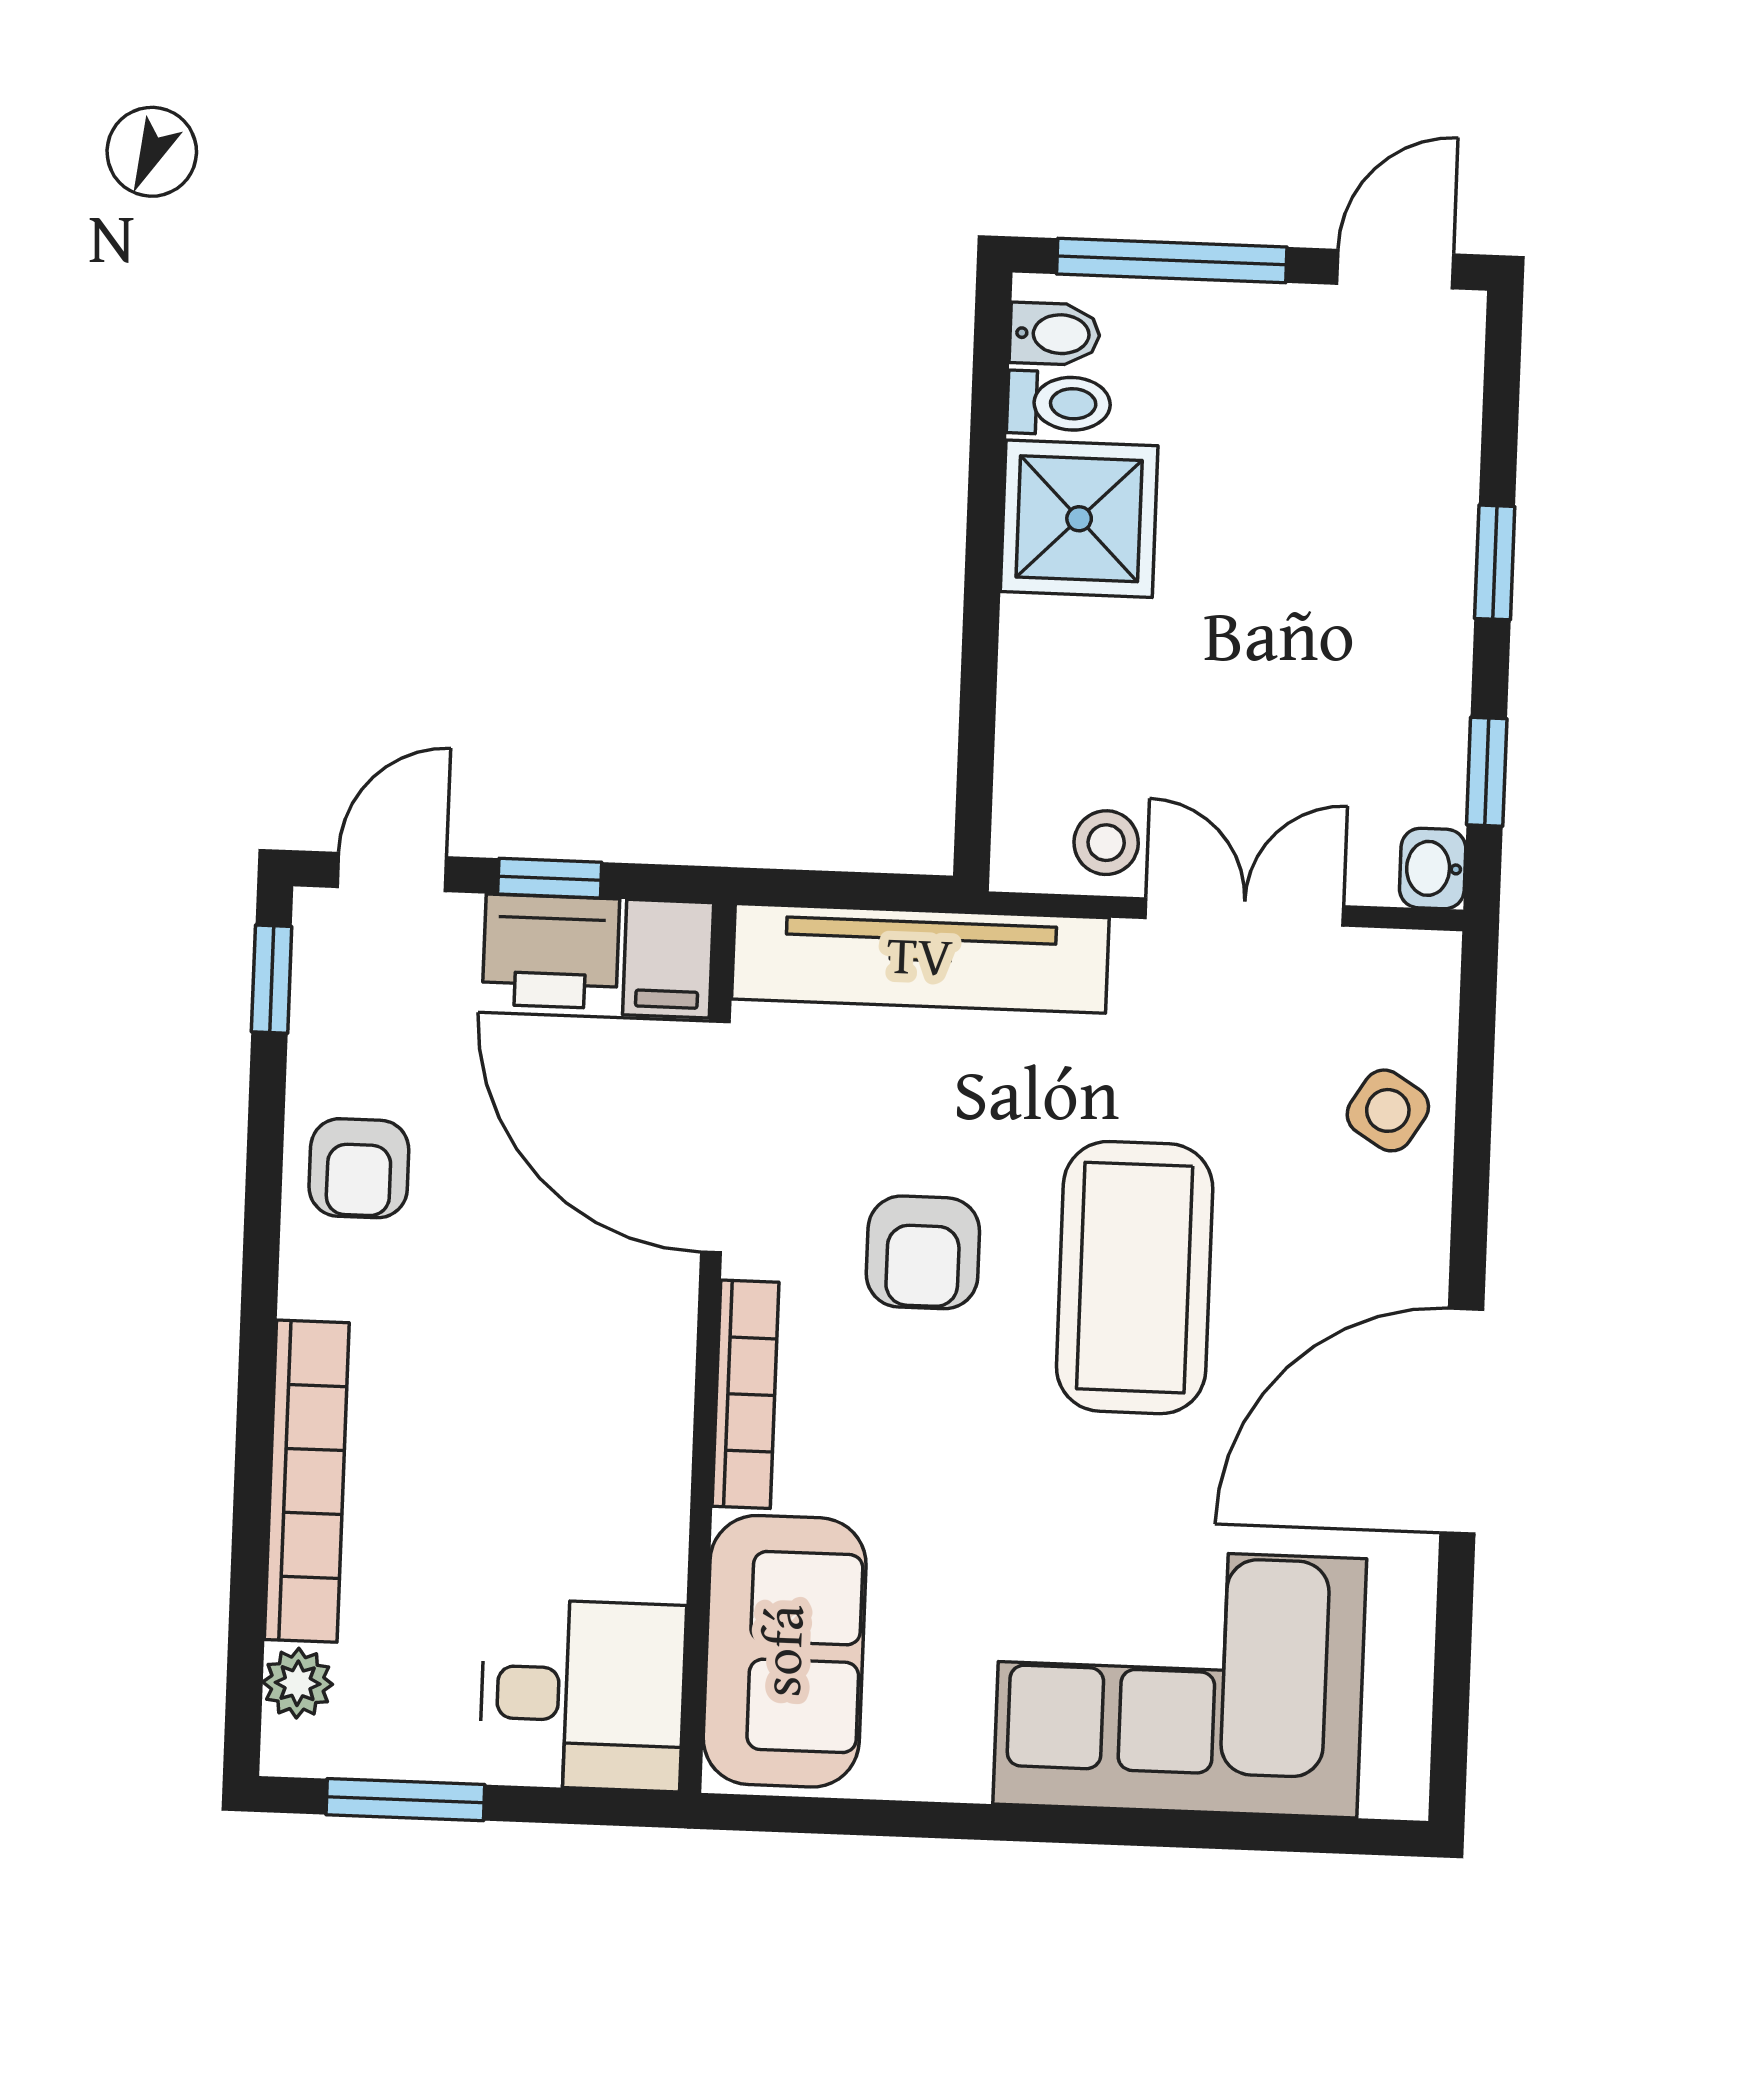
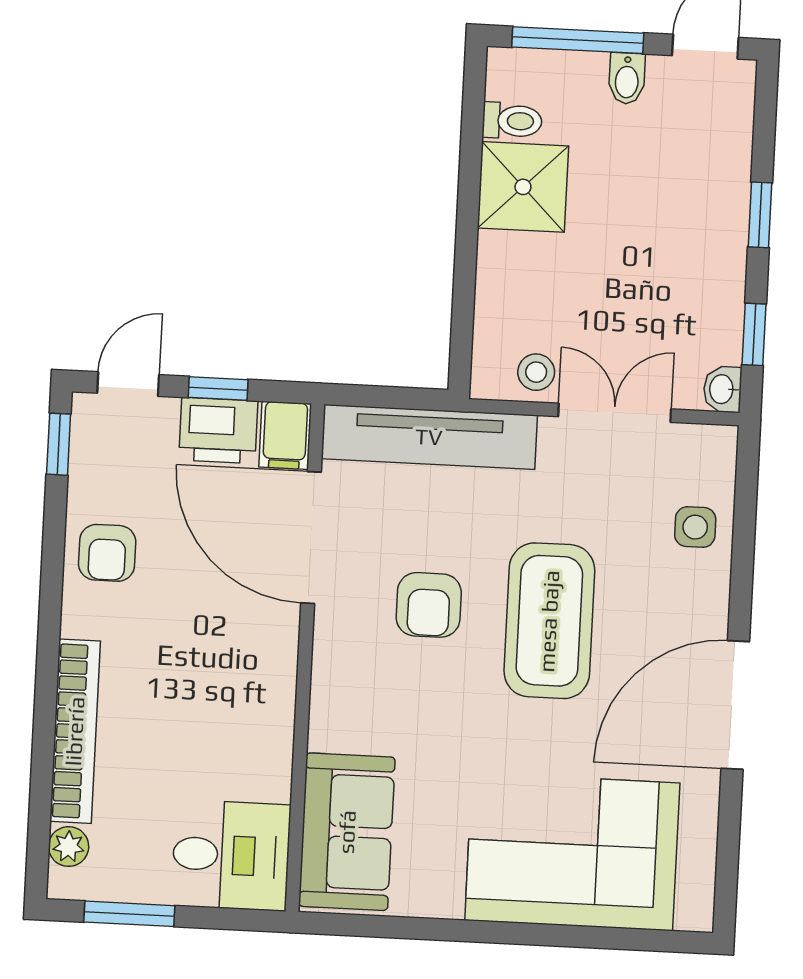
bidet: (1055, 334) -> (627, 78), moved, turned 90
side table: (1388, 1110) -> (695, 527), turned -32
bookcase: (745, 1394) -> (326, 685), removed

